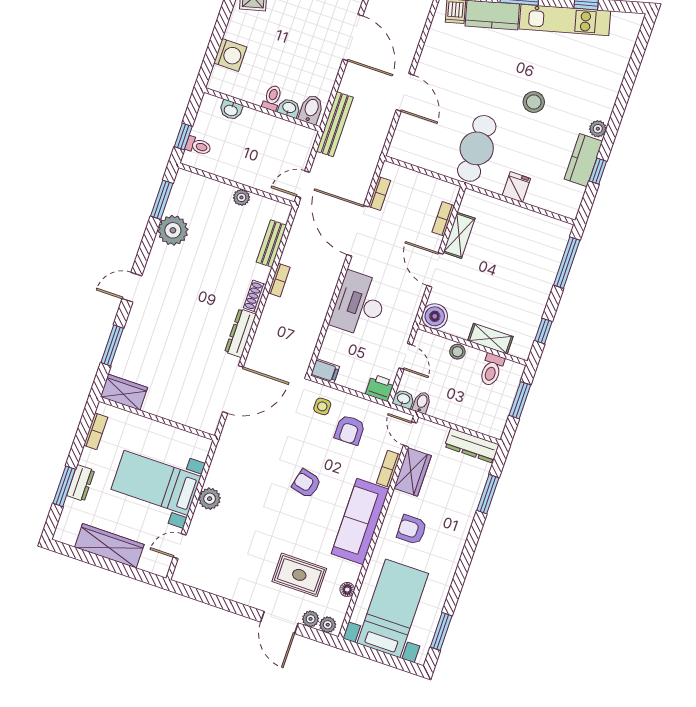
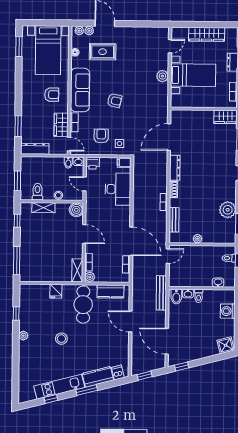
kitchen counter: (583, 160) -> (110, 291), moved, turned 90
plant: (450, 193) -> (90, 277), added
shelving: (459, 235) -> (77, 270), moved
desk: (359, 304) -> (118, 189), moved

